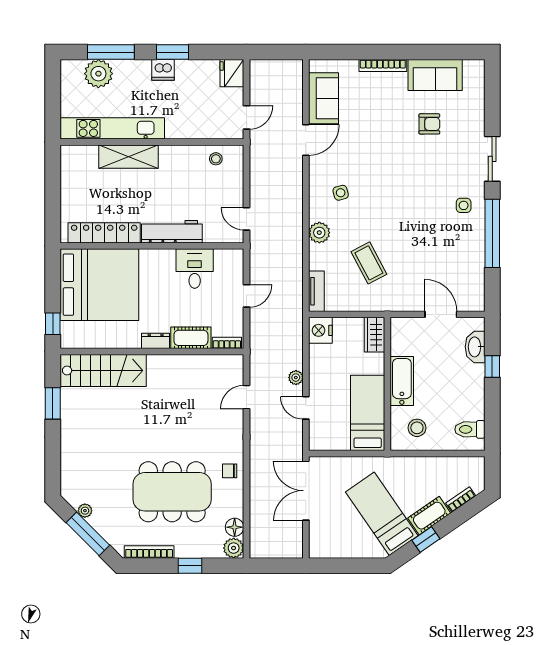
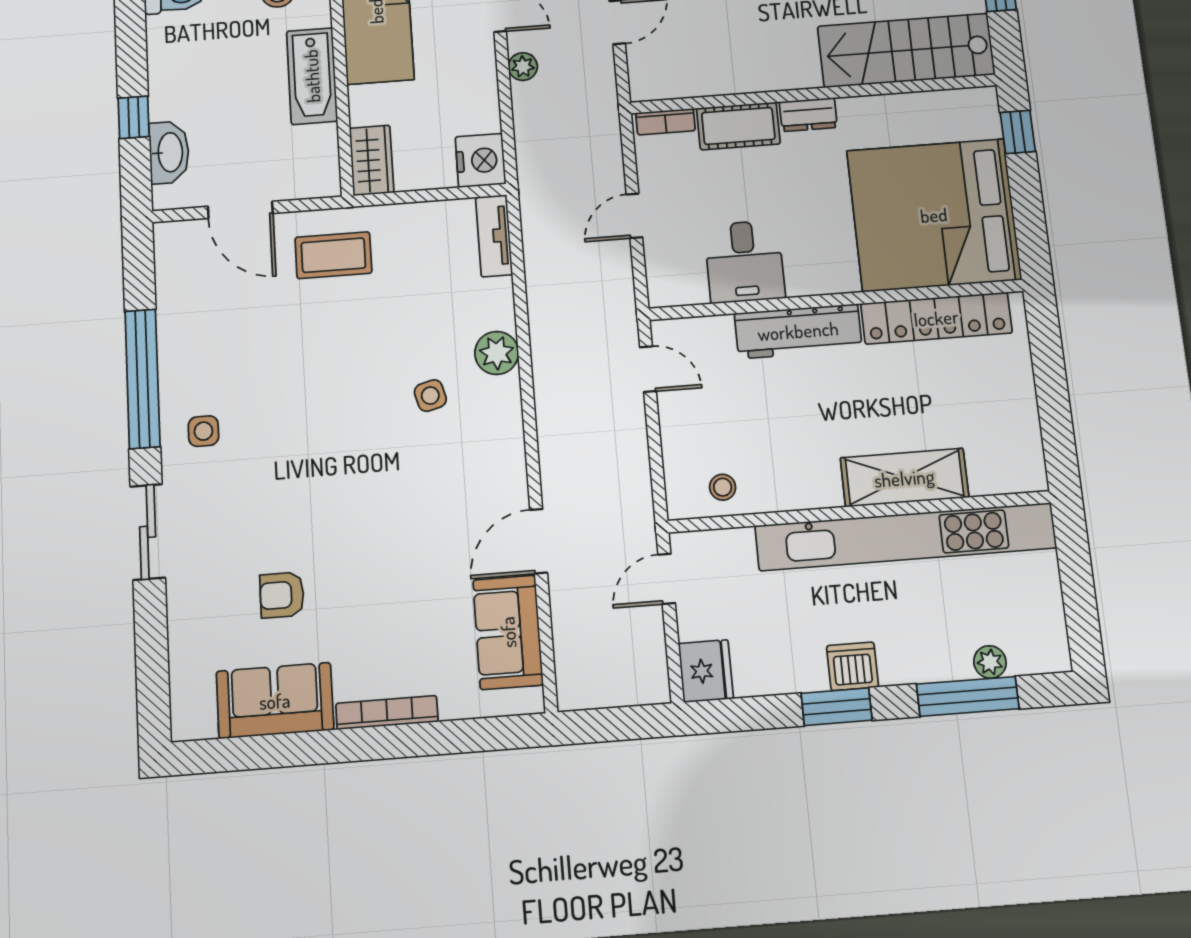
plant: (98, 74) -> (990, 662), width x0.53, depth x0.53
kitchen unit: (112, 128) -> (906, 537), width x1.36
side table: (341, 193) -> (430, 396), moved
coffee table: (369, 263) -> (333, 255), moved, turned -62

